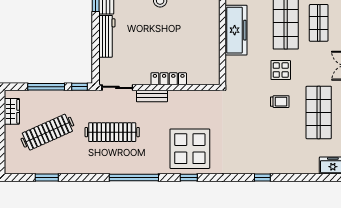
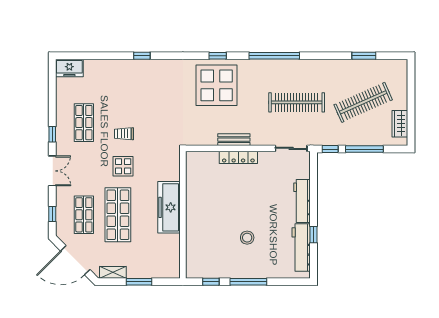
bench: (152, 96) -> (234, 140), moved
shop shelf: (319, 112) -> (84, 123), width x0.70, depth x0.74

